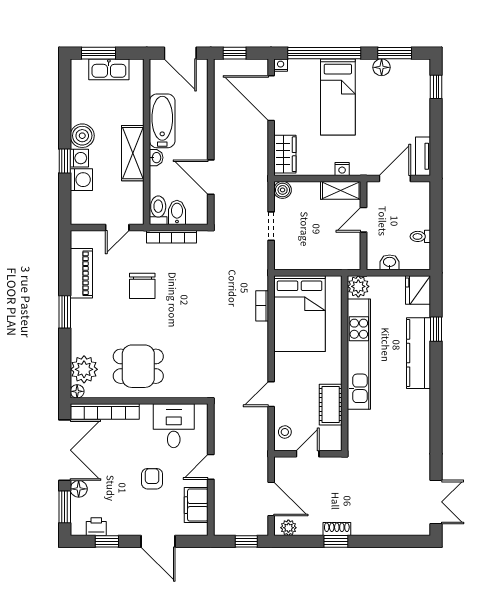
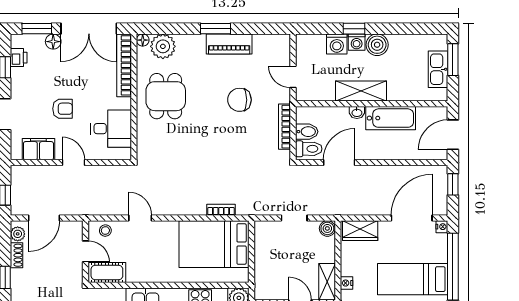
toilet: (158, 210) -> (309, 149), moved
piano: (81, 273) -> (229, 44), moved
cot: (331, 405) -> (107, 273), moved
shoe rack: (337, 529) -> (16, 255), moved

